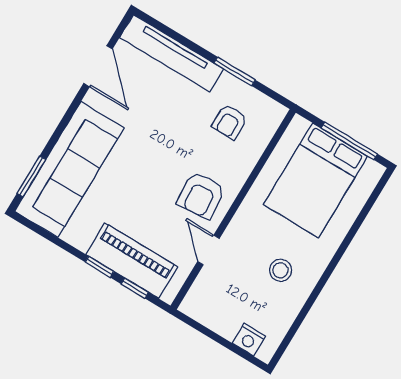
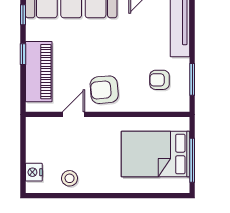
window: (235, 71) -> (192, 79), moved
stool: (280, 270) -> (70, 178), moved
window: (135, 288) -> (23, 15), moved

